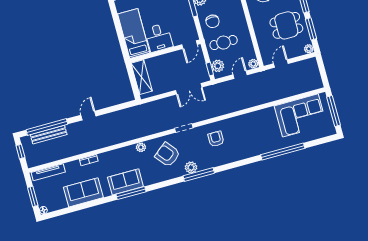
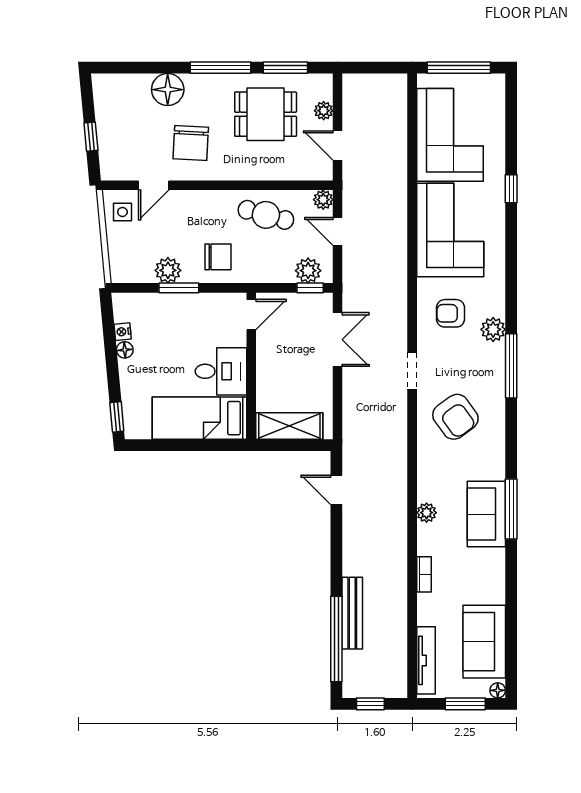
dining table: (286, 25) -> (266, 114), turned 90
cafe table: (224, 43) -> (266, 215), moved, turned -75
door: (190, 45) -> (251, 315), hinge flipped
plant: (309, 49) -> (324, 111), moved
door: (88, 116) -> (336, 490), moved
corner sofa: (255, 128) -> (450, 230), added
bench: (49, 135) -> (352, 613), moved
plant: (141, 147) -> (427, 513), moved
window: (283, 151) -> (511, 189), width x0.32
armchair: (168, 155) -> (455, 417), turned -87
plant: (191, 167) -> (493, 329), moved
sofa: (83, 192) -> (484, 642), moved

